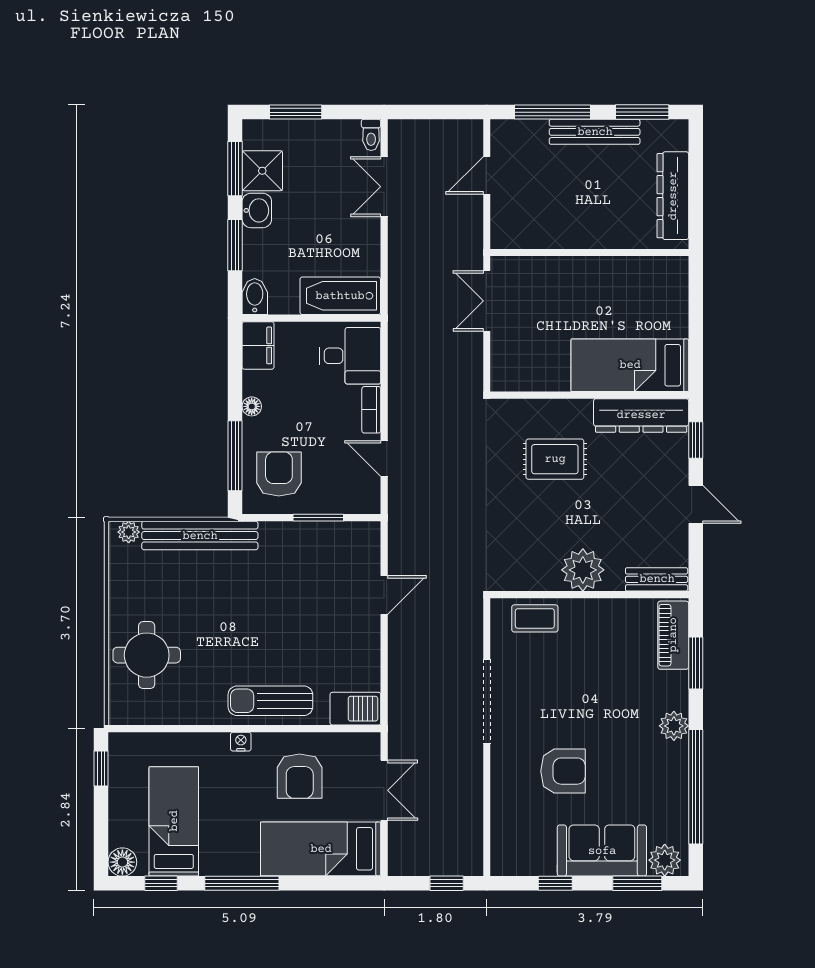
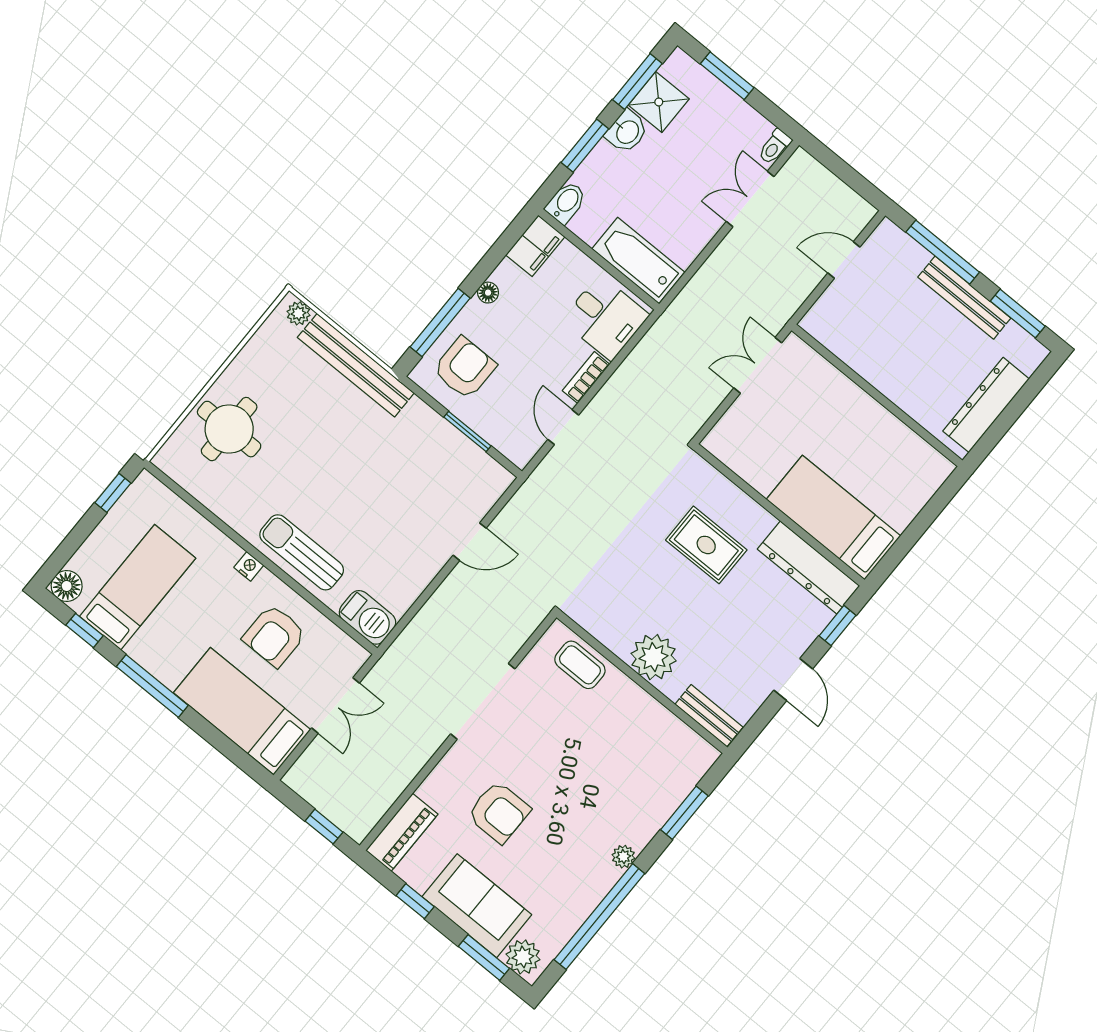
piano: (673, 635) -> (402, 832), moved, turned 180
plant: (674, 726) -> (623, 857), width x0.73, depth x0.73

